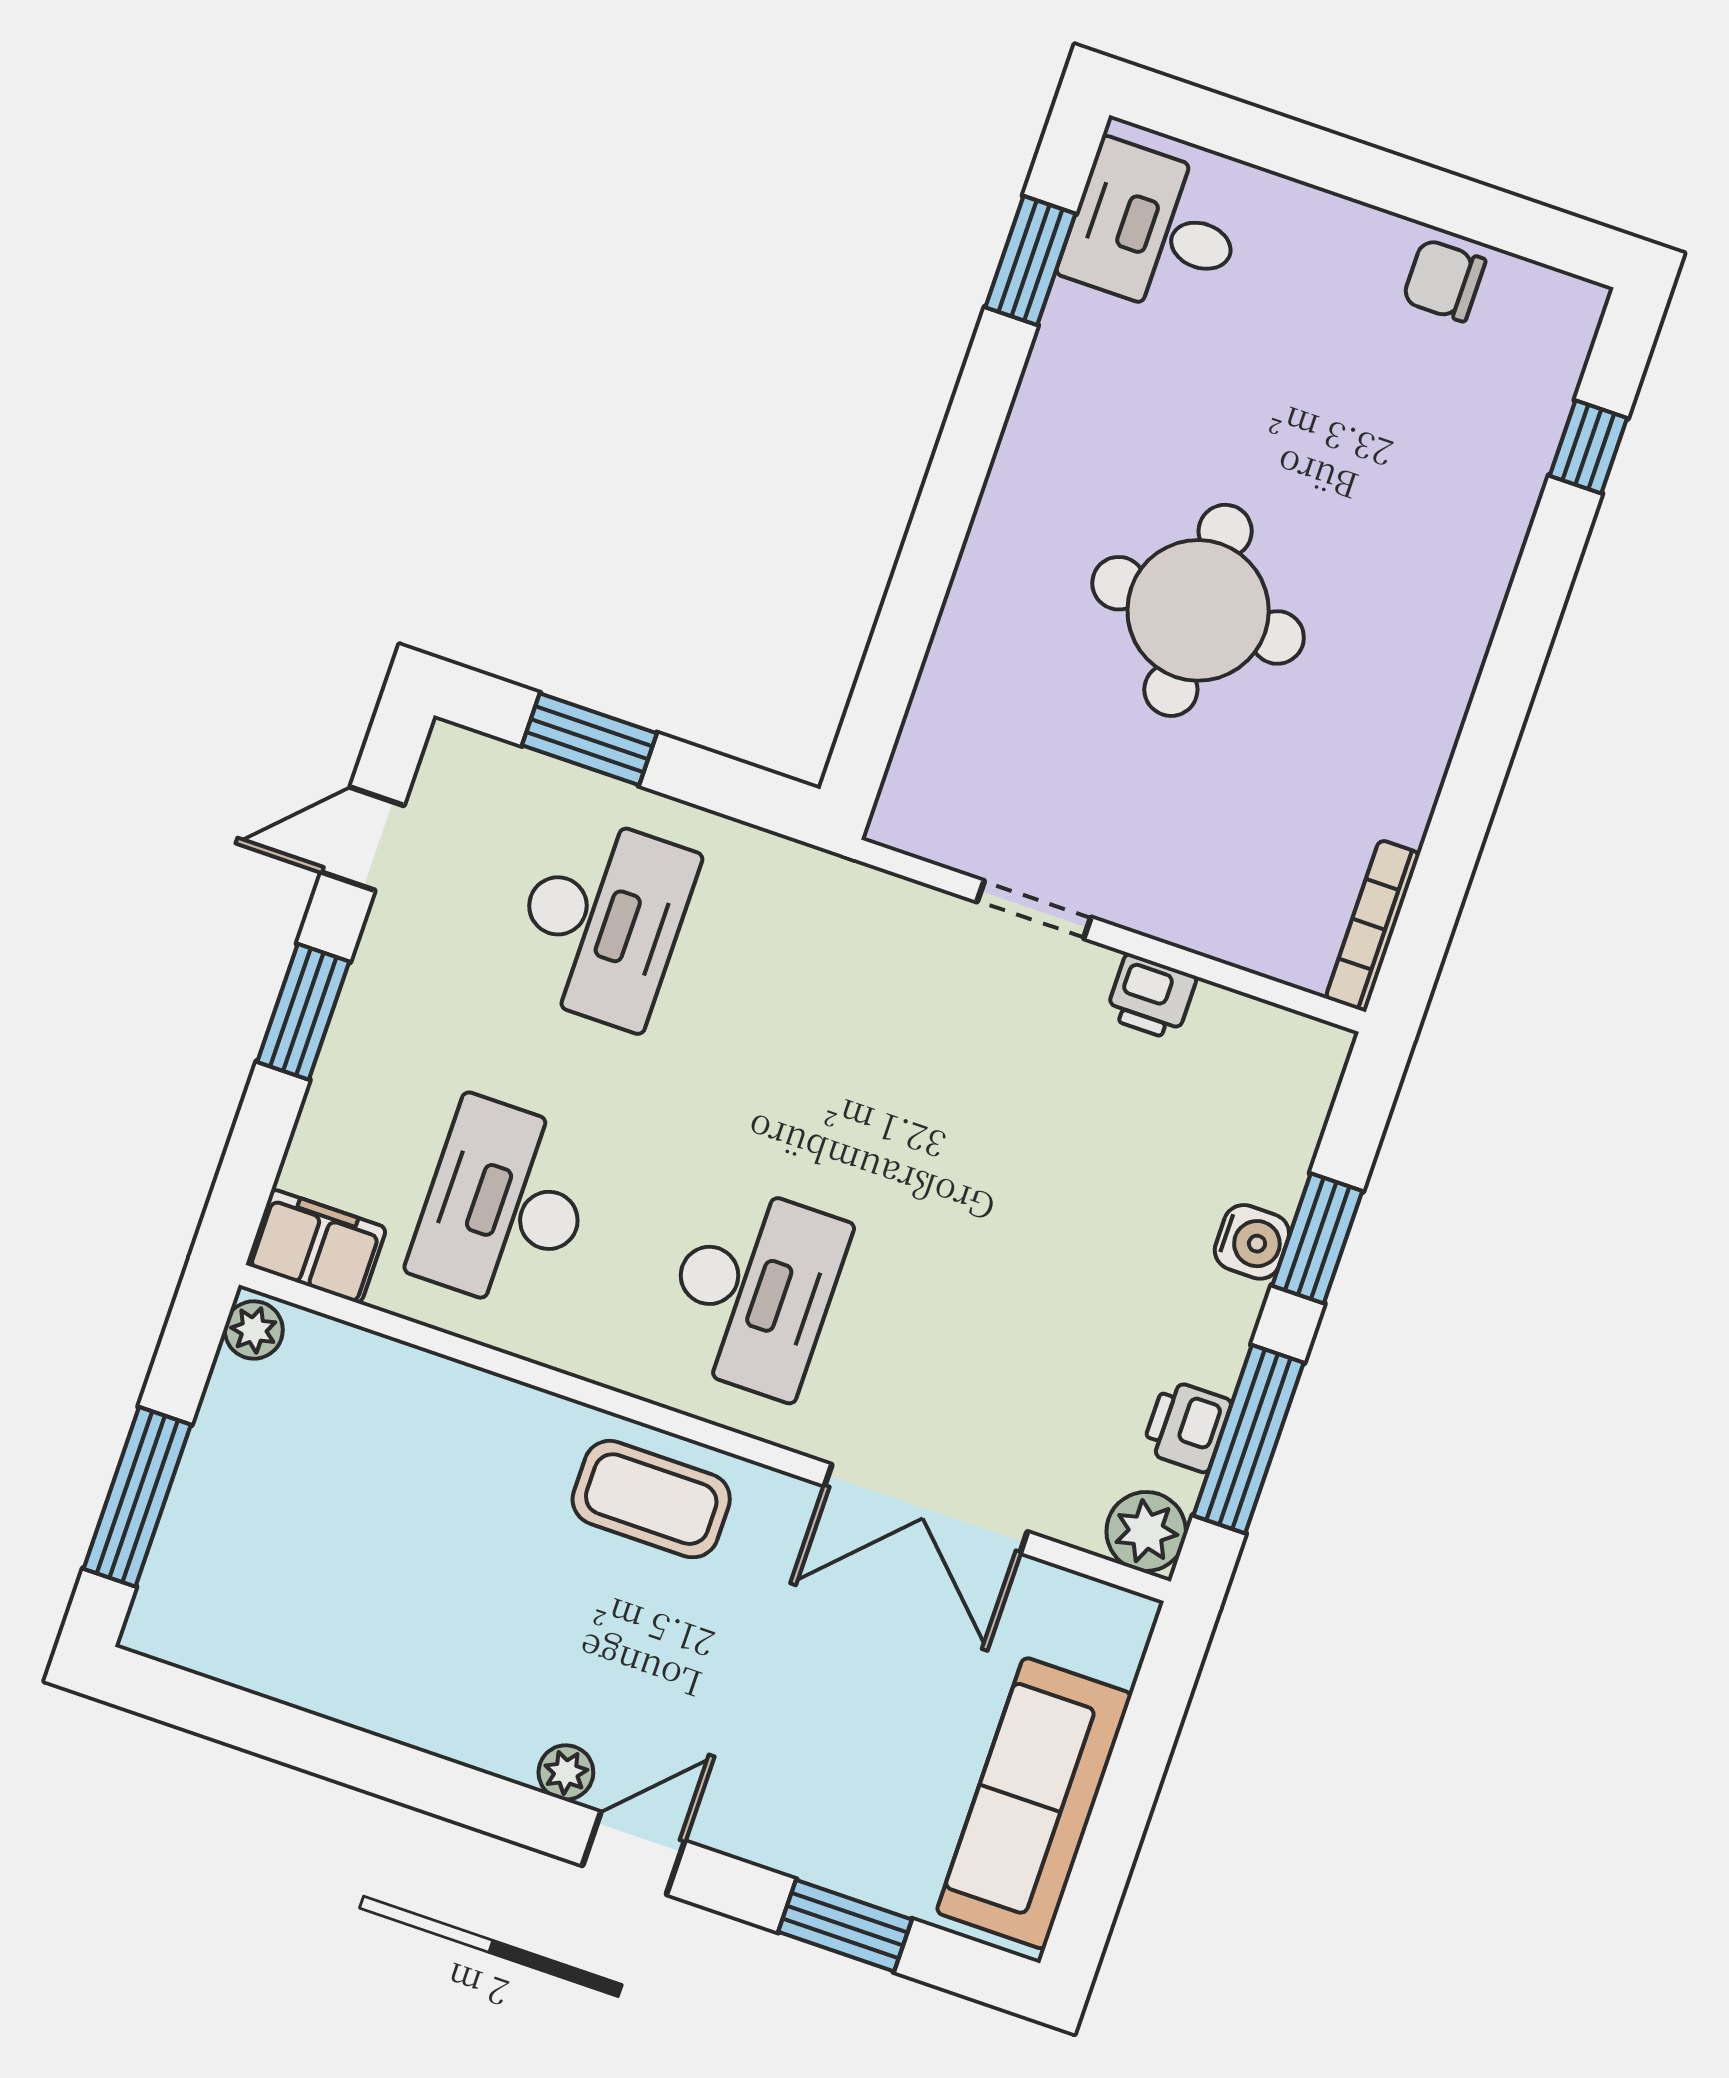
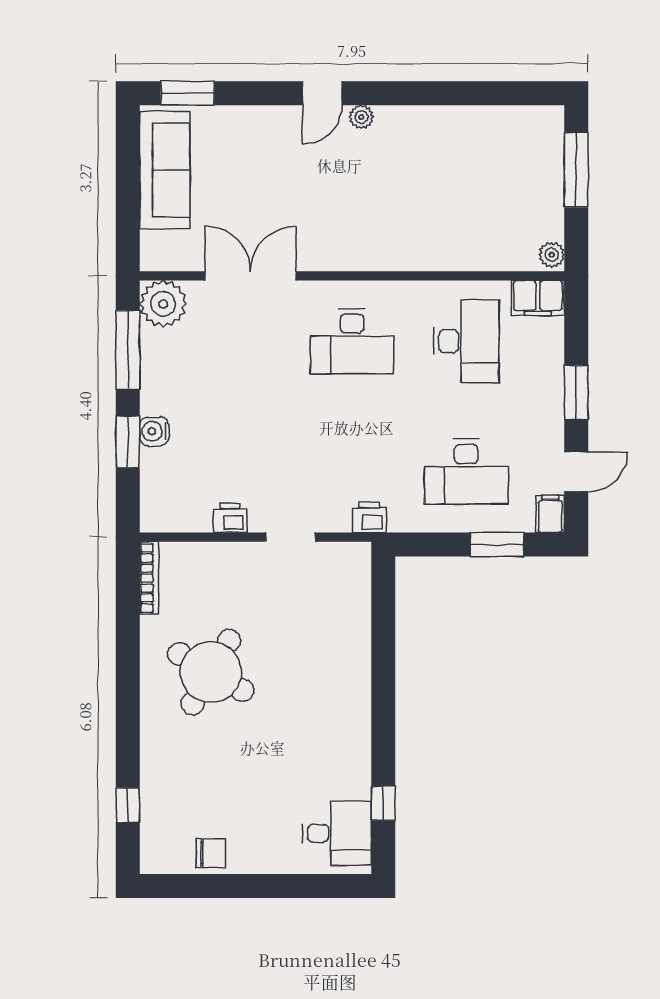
window: (1030, 261) -> (383, 803), width x0.67
round table: (1198, 610) -> (211, 672), moved, turned 30
filing cabinet: (451, 766) -> (550, 514), added
desk: (602, 921) -> (466, 472), turned -90
desk: (754, 1291) -> (352, 341), turned -90
printer: (1187, 1426) -> (369, 517), moved, turned -90
coffee table: (651, 1499) -> (365, 241), removed
plant: (1146, 1531) -> (163, 304), width x1.36, depth x1.36
window: (845, 1926) -> (188, 93), moved

